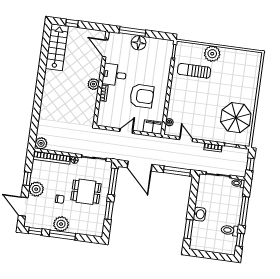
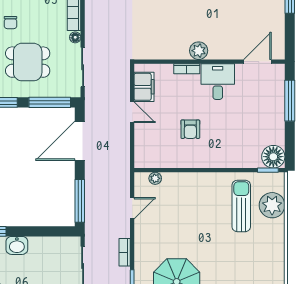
floor lamp: (139, 43) -> (273, 157), moved
plant: (212, 54) -> (272, 205), moved
armchair: (142, 96) -> (190, 129), width x0.53, depth x0.53
filing cabinet: (153, 127) -> (144, 87), moved
dining table: (86, 192) -> (28, 62), turned 90

